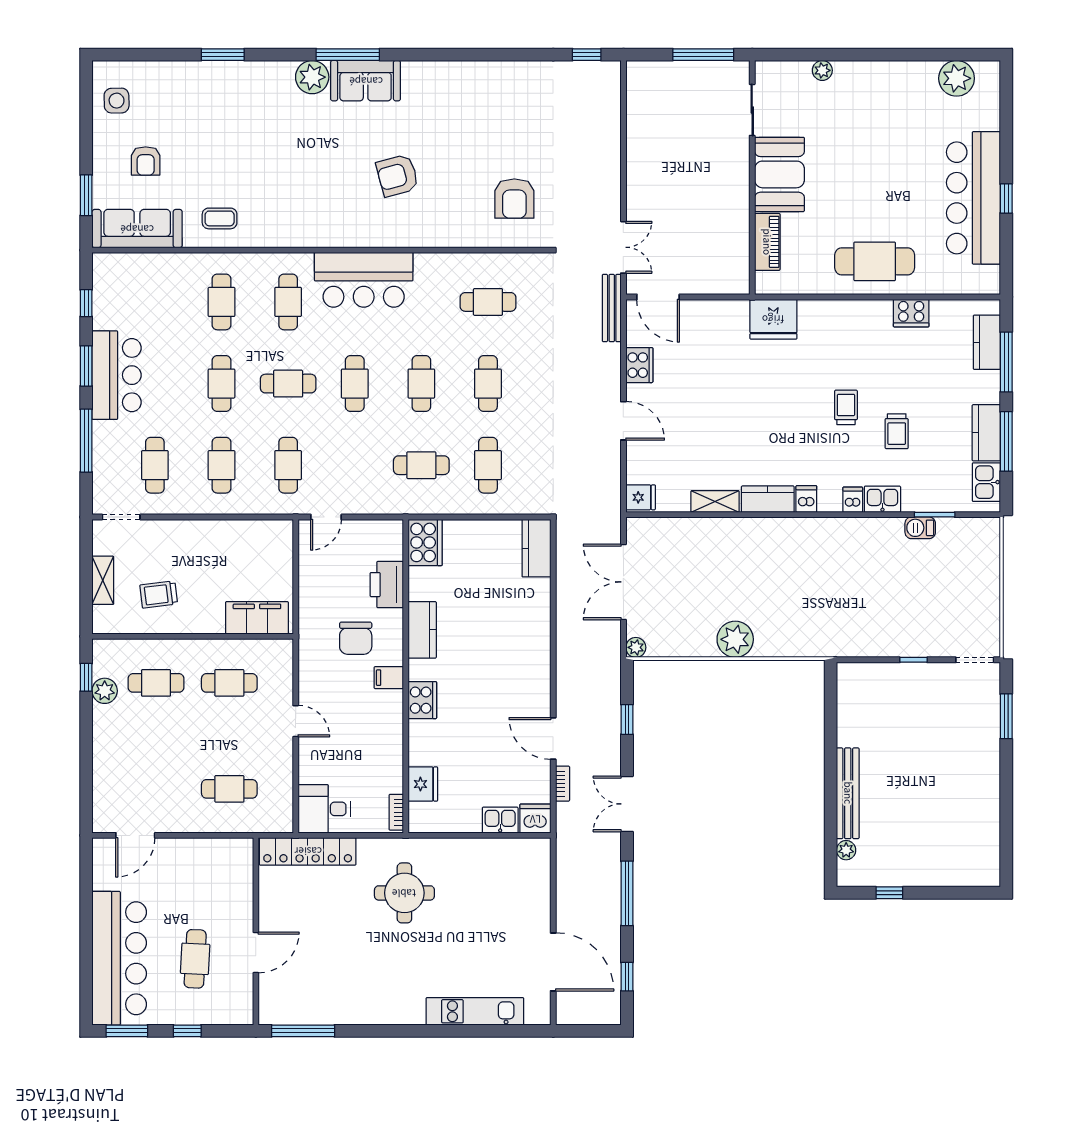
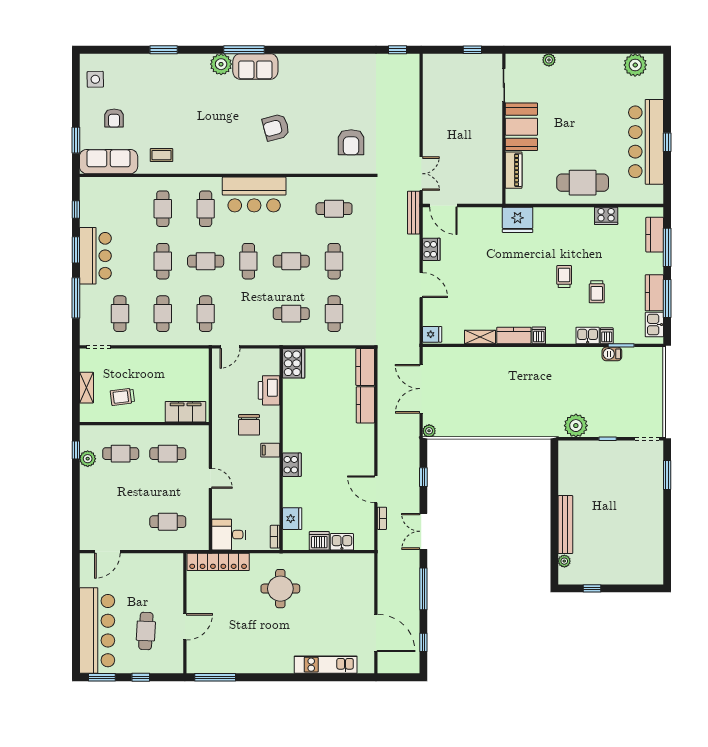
window: (703, 55) -> (472, 50), width x0.46
cafe table: (421, 384) -> (291, 261), turned 90
dishwasher: (853, 500) -> (607, 336), moved
kitchen counter: (422, 630) -> (365, 405), moved, turned 180
plant: (735, 639) -> (576, 426), moved
dishwasher: (535, 819) -> (319, 541), moved

